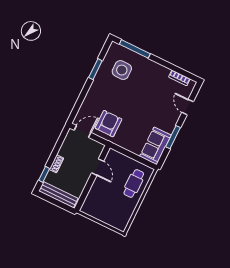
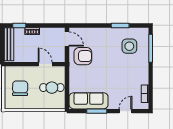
sofa: (155, 146) -> (89, 101), width x1.36
door: (98, 167) -> (45, 64), swing flipped
cafe table: (134, 183) -> (52, 88), moved
chair: (110, 205) -> (20, 88), added

